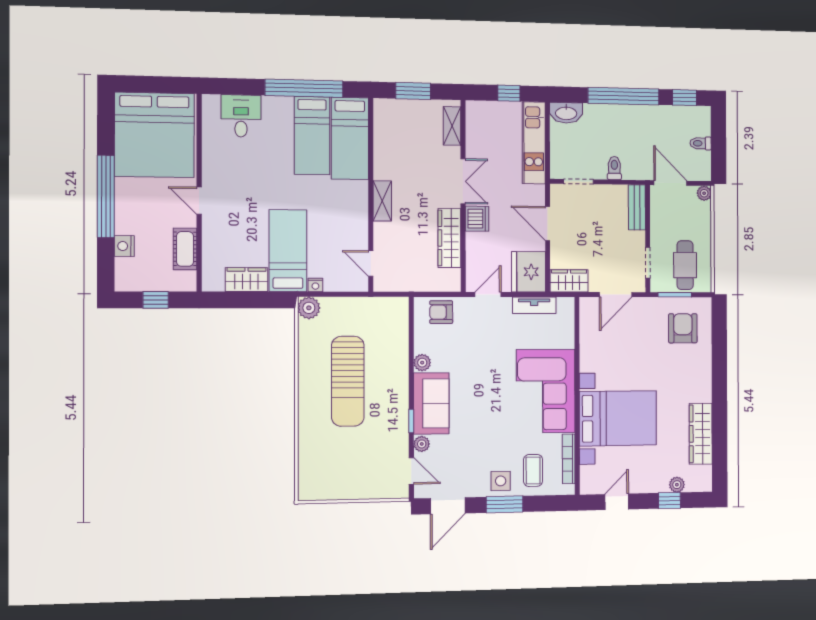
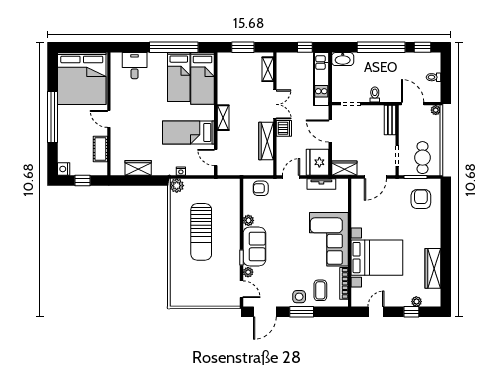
nightstand: (124, 246) -> (64, 169), moved
bed: (288, 251) -> (188, 132), moved, turned -90

